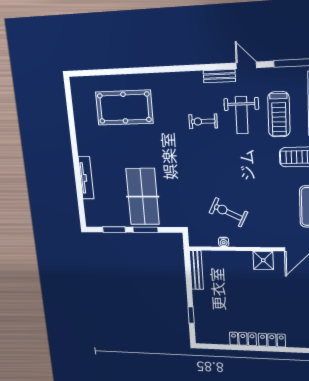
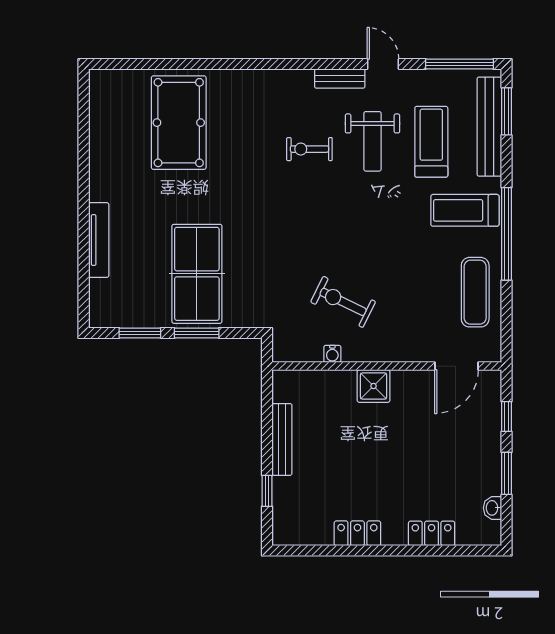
pool table: (124, 108) -> (179, 123), turned 90
treadmill: (279, 114) -> (431, 142), turned 180
shower: (263, 260) -> (374, 386), moved
bench: (196, 270) -> (282, 439), moved
locker: (272, 340) -> (432, 533), moved

